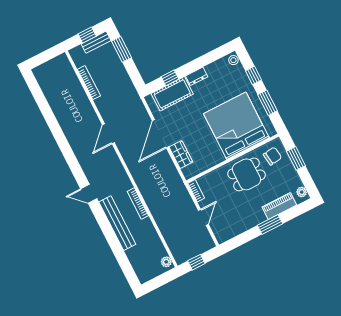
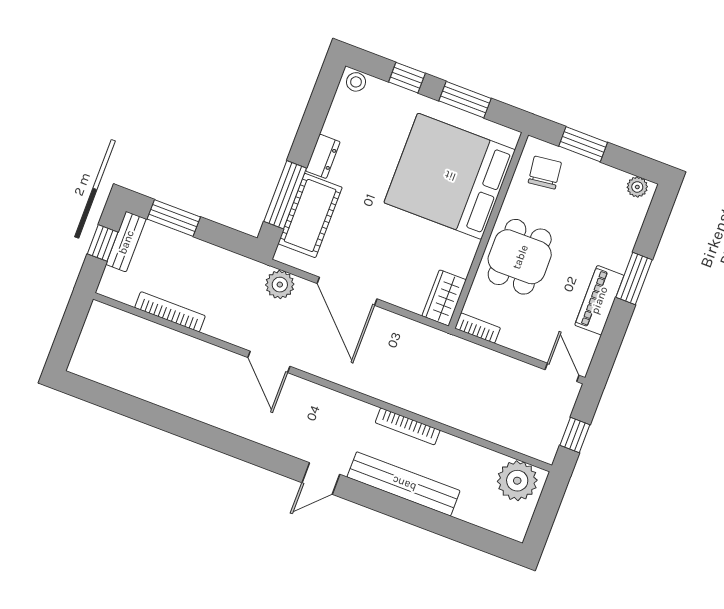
window: (170, 78) -> (285, 195), width x2.17
plant: (138, 109) -> (280, 285), added
wardrobe: (181, 155) -> (444, 298), moved, turned -90
dining table: (246, 174) -> (520, 257), moved
piano: (279, 206) -> (599, 300), moved
door: (203, 217) -> (562, 372), moved
plant: (166, 262) -> (517, 481), width x1.87, depth x1.87

